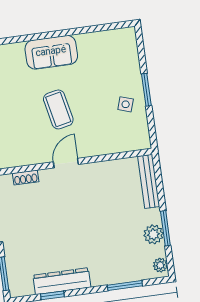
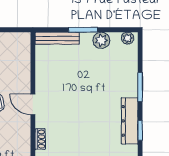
window: (165, 228) -> (83, 30), moved
window: (125, 285) -> (140, 87), moved

